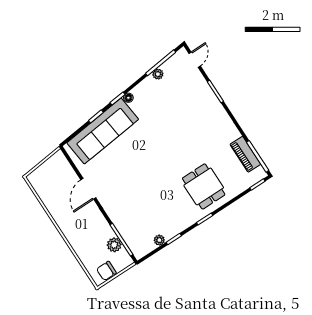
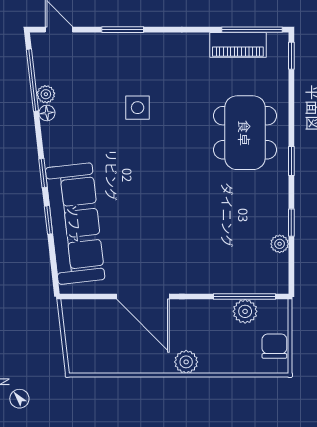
floor lamp: (128, 98) -> (47, 113), moved
side table: (181, 124) -> (138, 108), added
dining table: (204, 186) -> (245, 133), width x1.38
door: (88, 189) -> (143, 296), width x1.36
plant: (70, 232) -> (186, 362), added
chair: (106, 271) -> (274, 346), turned 180

